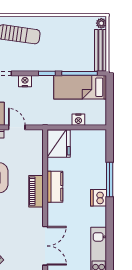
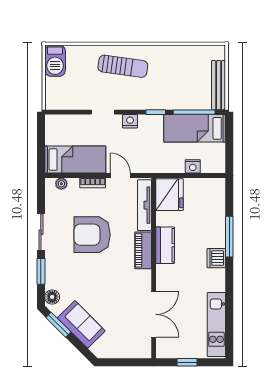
plant: (101, 23) -> (220, 53), removed
tv unit: (37, 153) -> (144, 205), added

